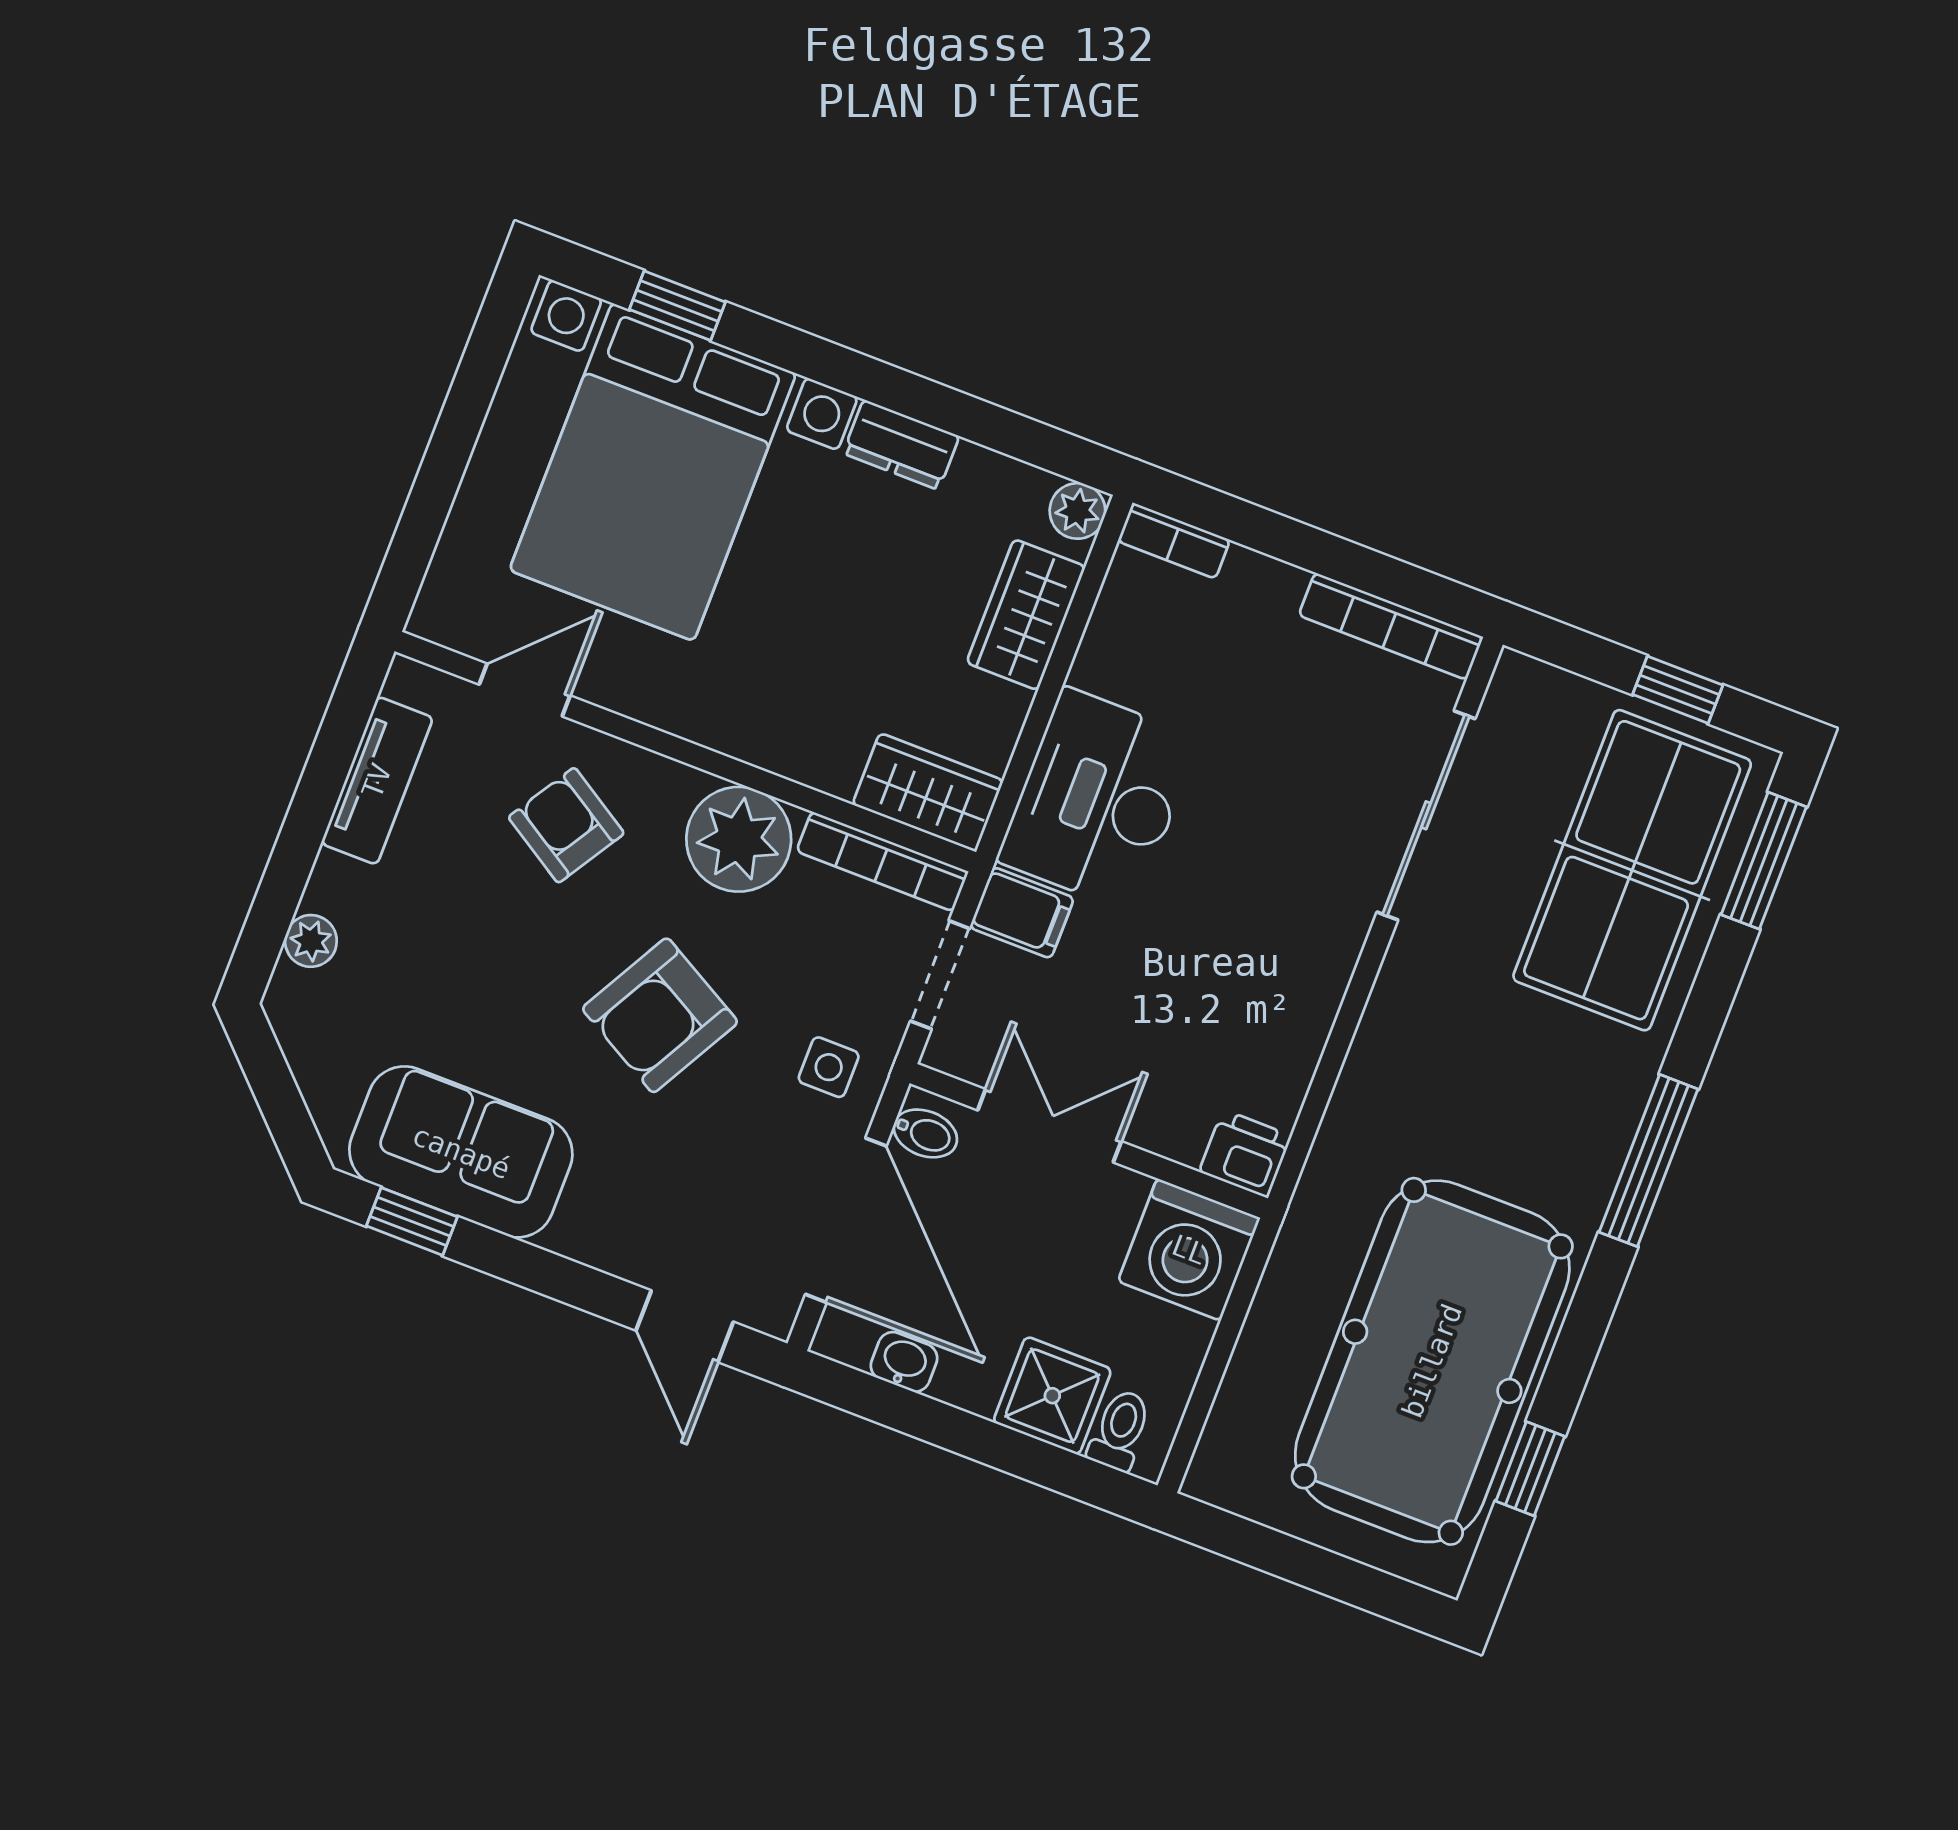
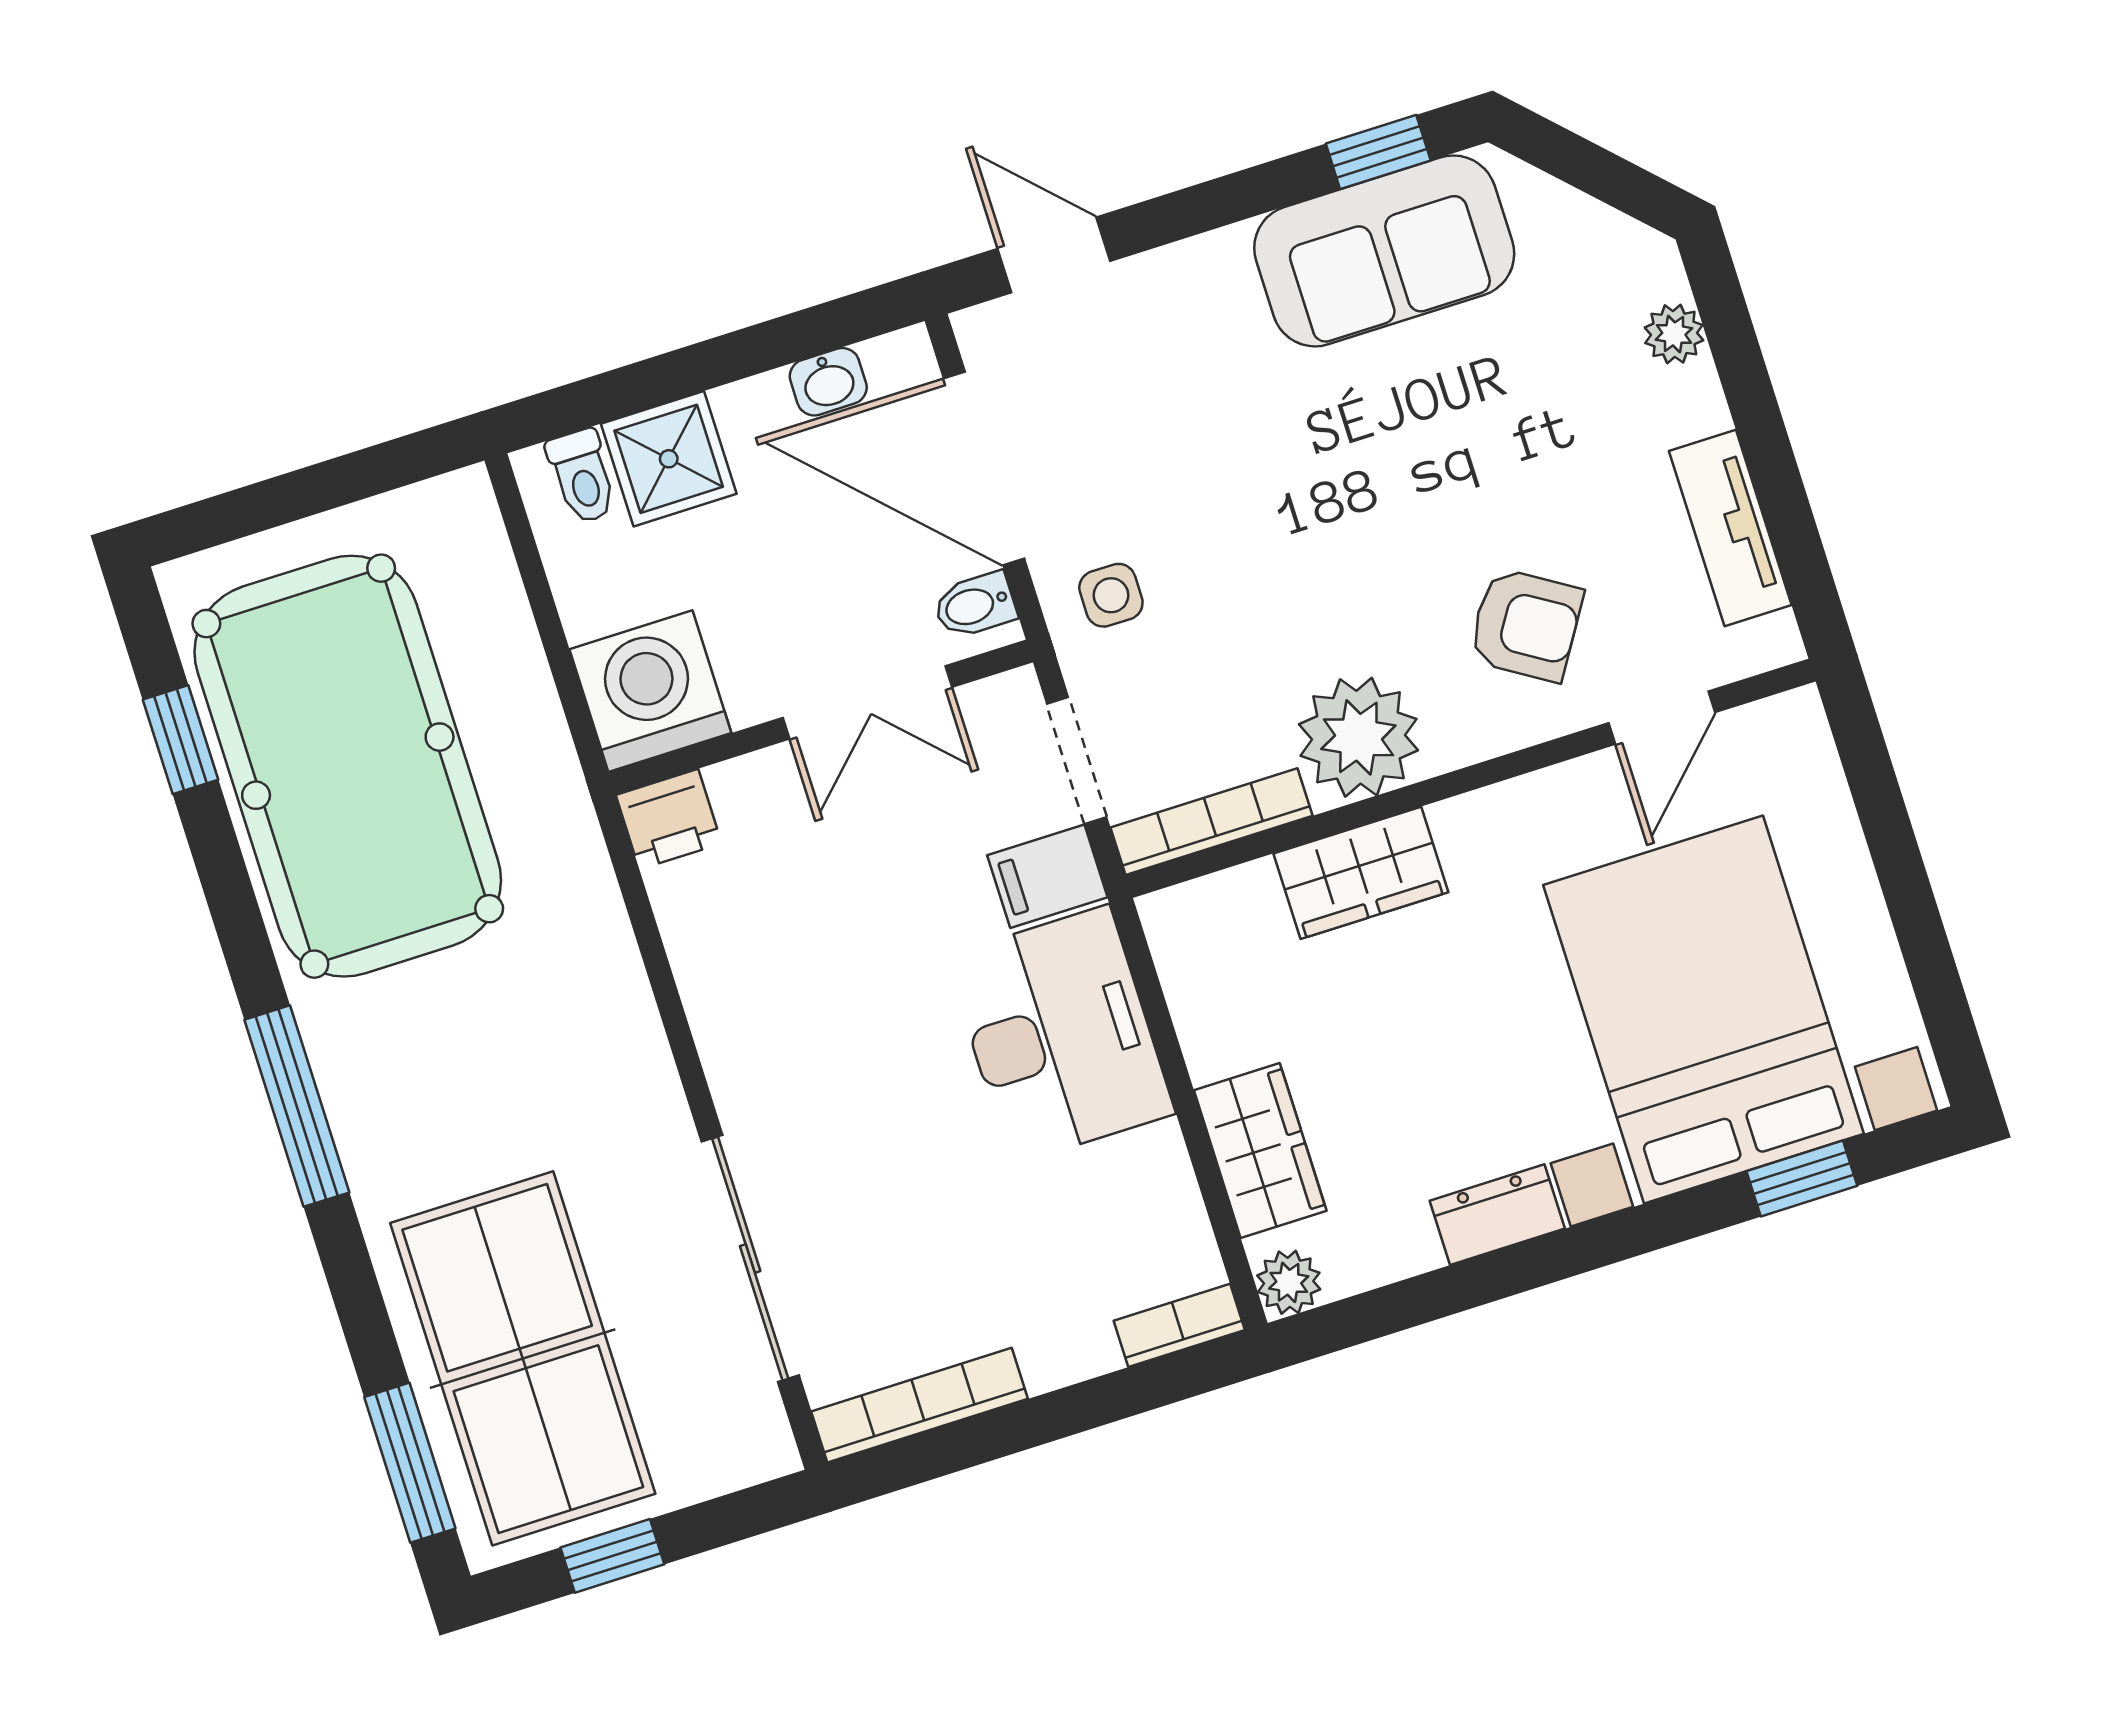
wardrobe: (928, 792) -> (1361, 873), moved
armchair: (660, 1015) -> (1302, 520), removed

